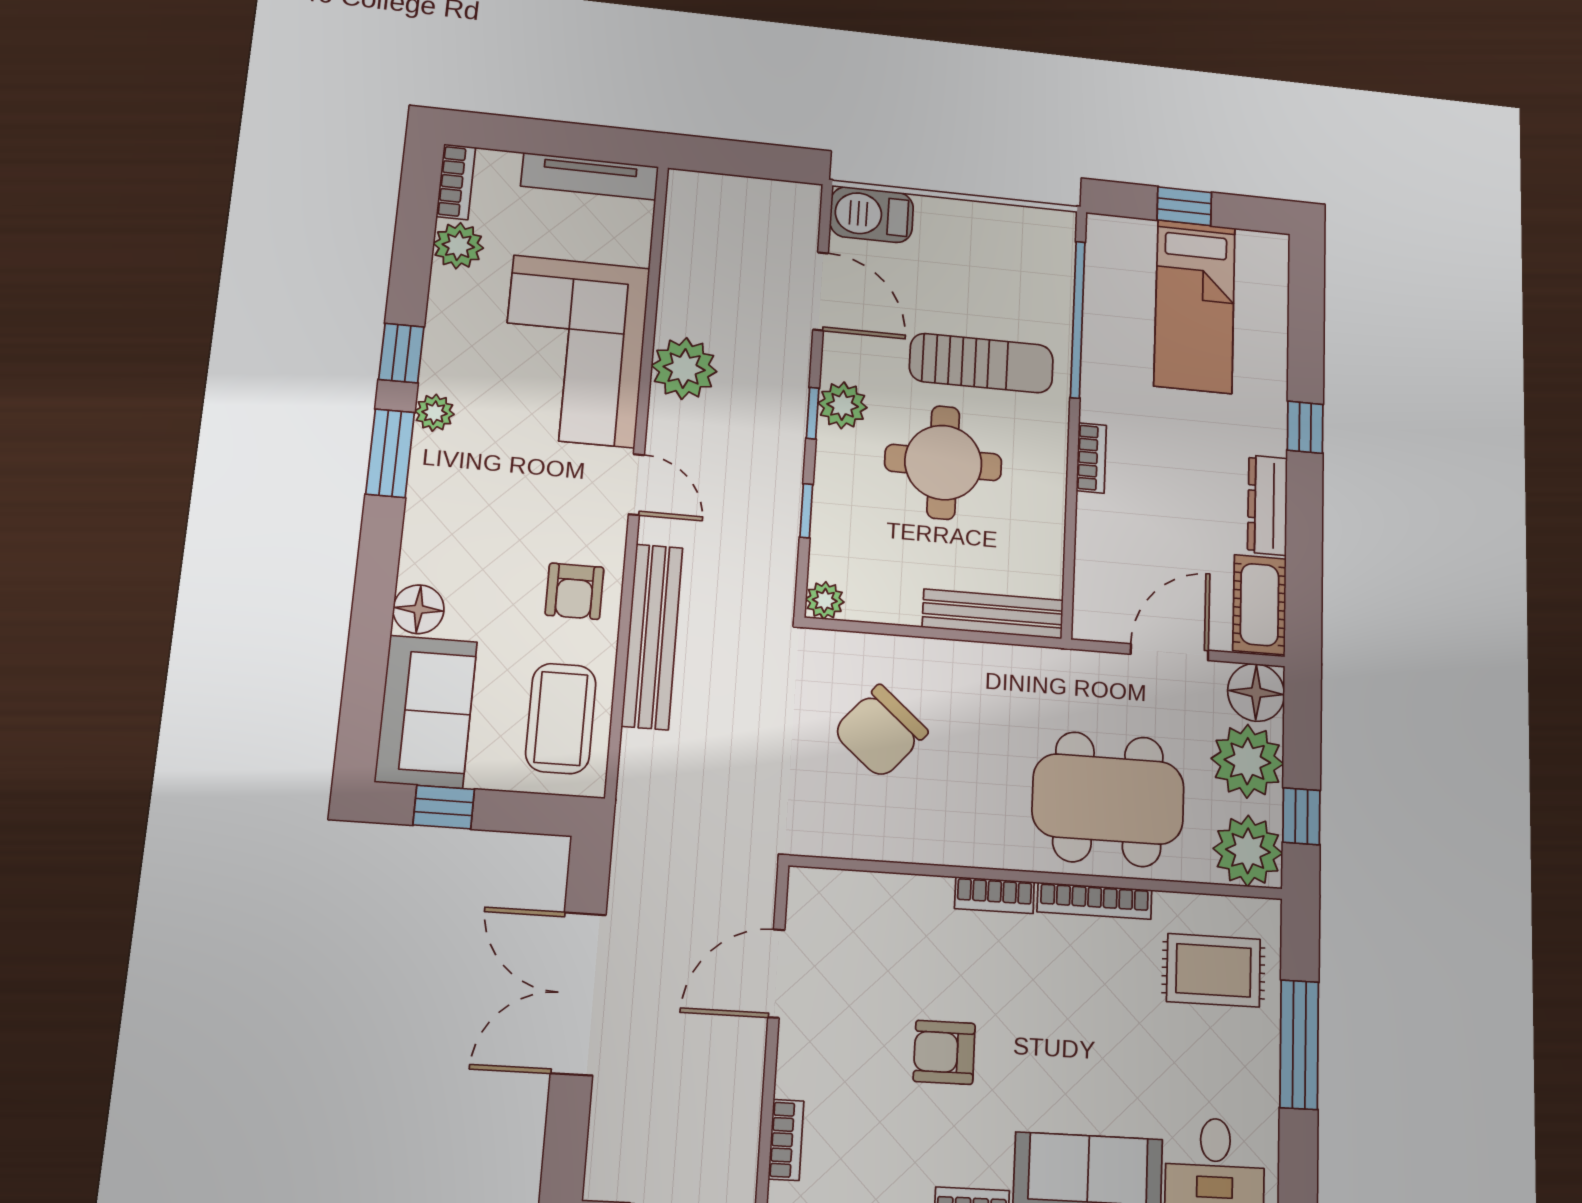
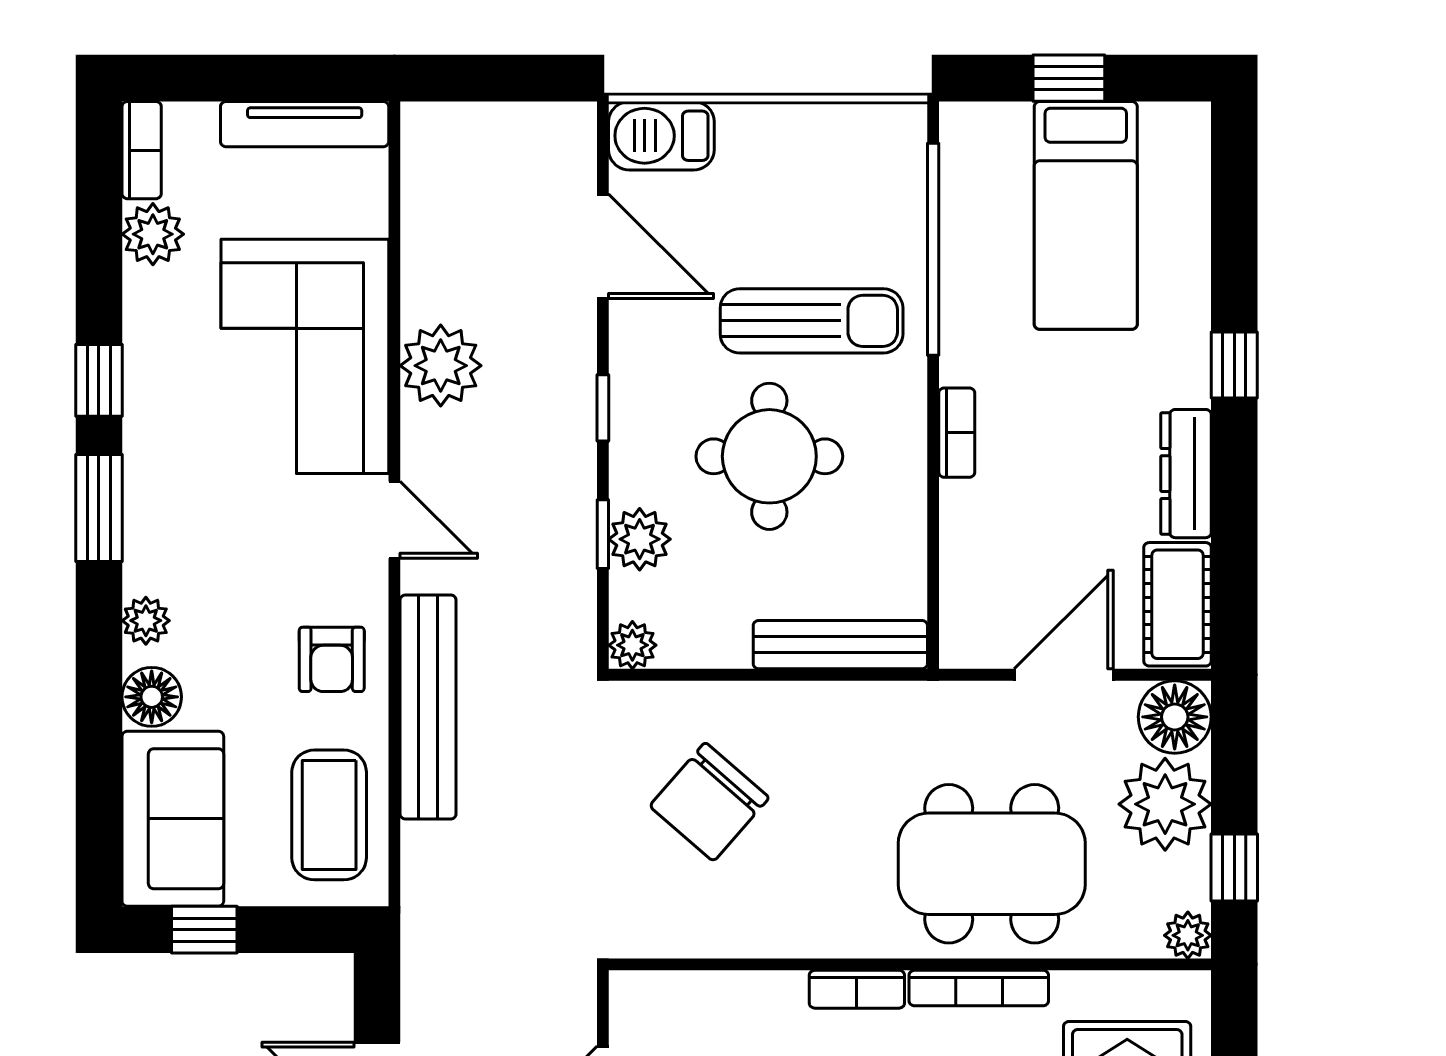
plant: (843, 405) -> (640, 539), moved
plant: (434, 413) -> (146, 621), moved
plant: (1248, 851) -> (1188, 935), width x0.53, depth x0.53

